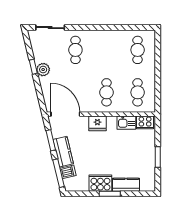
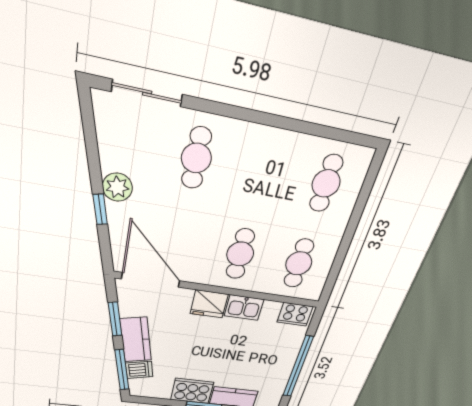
window: (33, 67) -> (100, 209), moved
kitchen sink: (126, 123) -> (244, 308), moved
window: (158, 157) -> (298, 367), width x2.11

